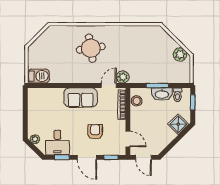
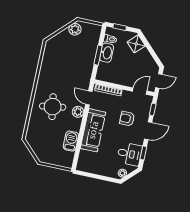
barbecue: (39, 76) -> (71, 141), moved
plant: (123, 77) -> (78, 112), moved
sofa: (81, 98) -> (93, 130), width x1.36
stool: (137, 101) -> (108, 76), removed

